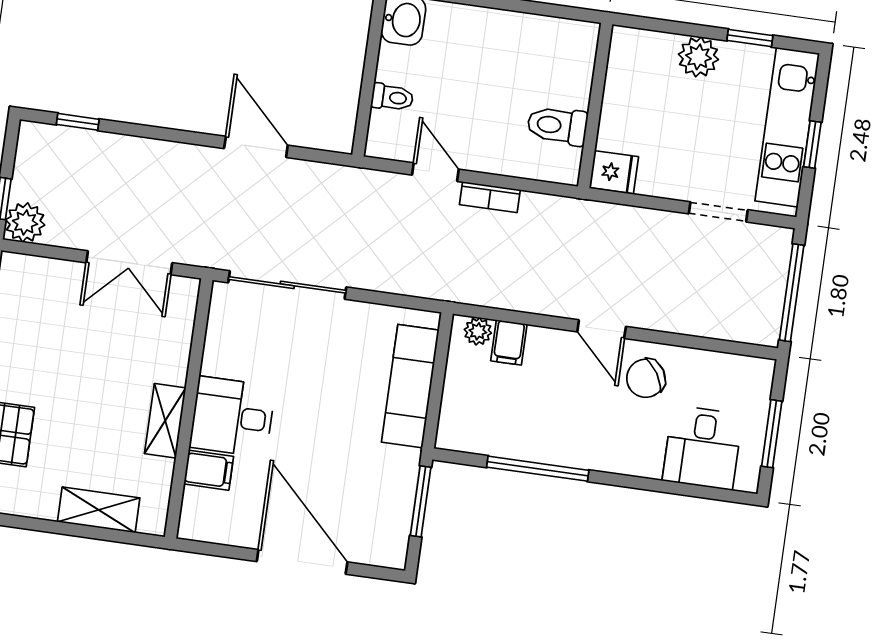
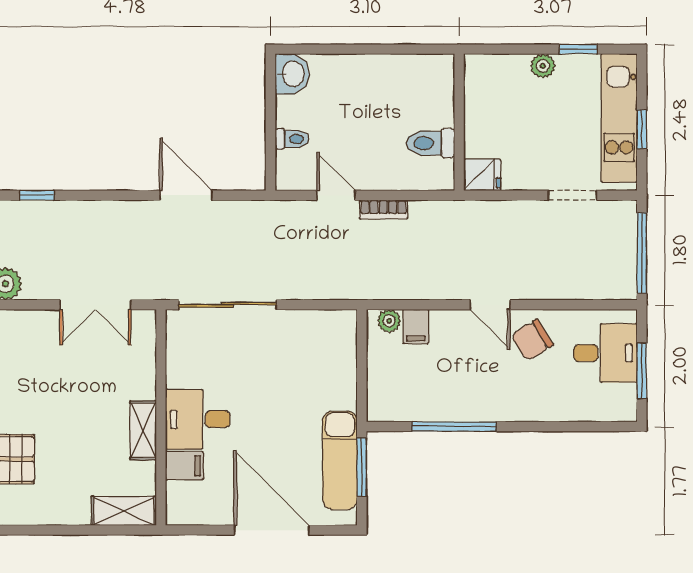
plant: (698, 57) -> (543, 66), width x0.73, depth x0.73
exam couch: (410, 386) -> (340, 460), moved
desk: (702, 448) -> (605, 353), moved, turned -90
shelving: (99, 510) -> (124, 511), moved

